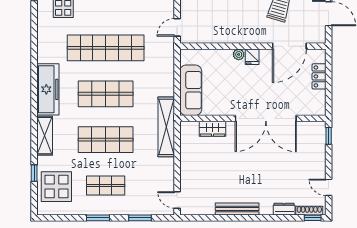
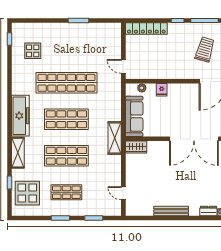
door: (177, 27) -> (123, 66), hinge flipped
plant: (239, 54) -> (142, 88), moved
fridge: (252, 57) -> (162, 90), moved
shelving: (166, 127) -> (115, 138), width x0.68
wardrobe: (213, 129) -> (136, 147), moved
door: (177, 200) -> (123, 193), moved

